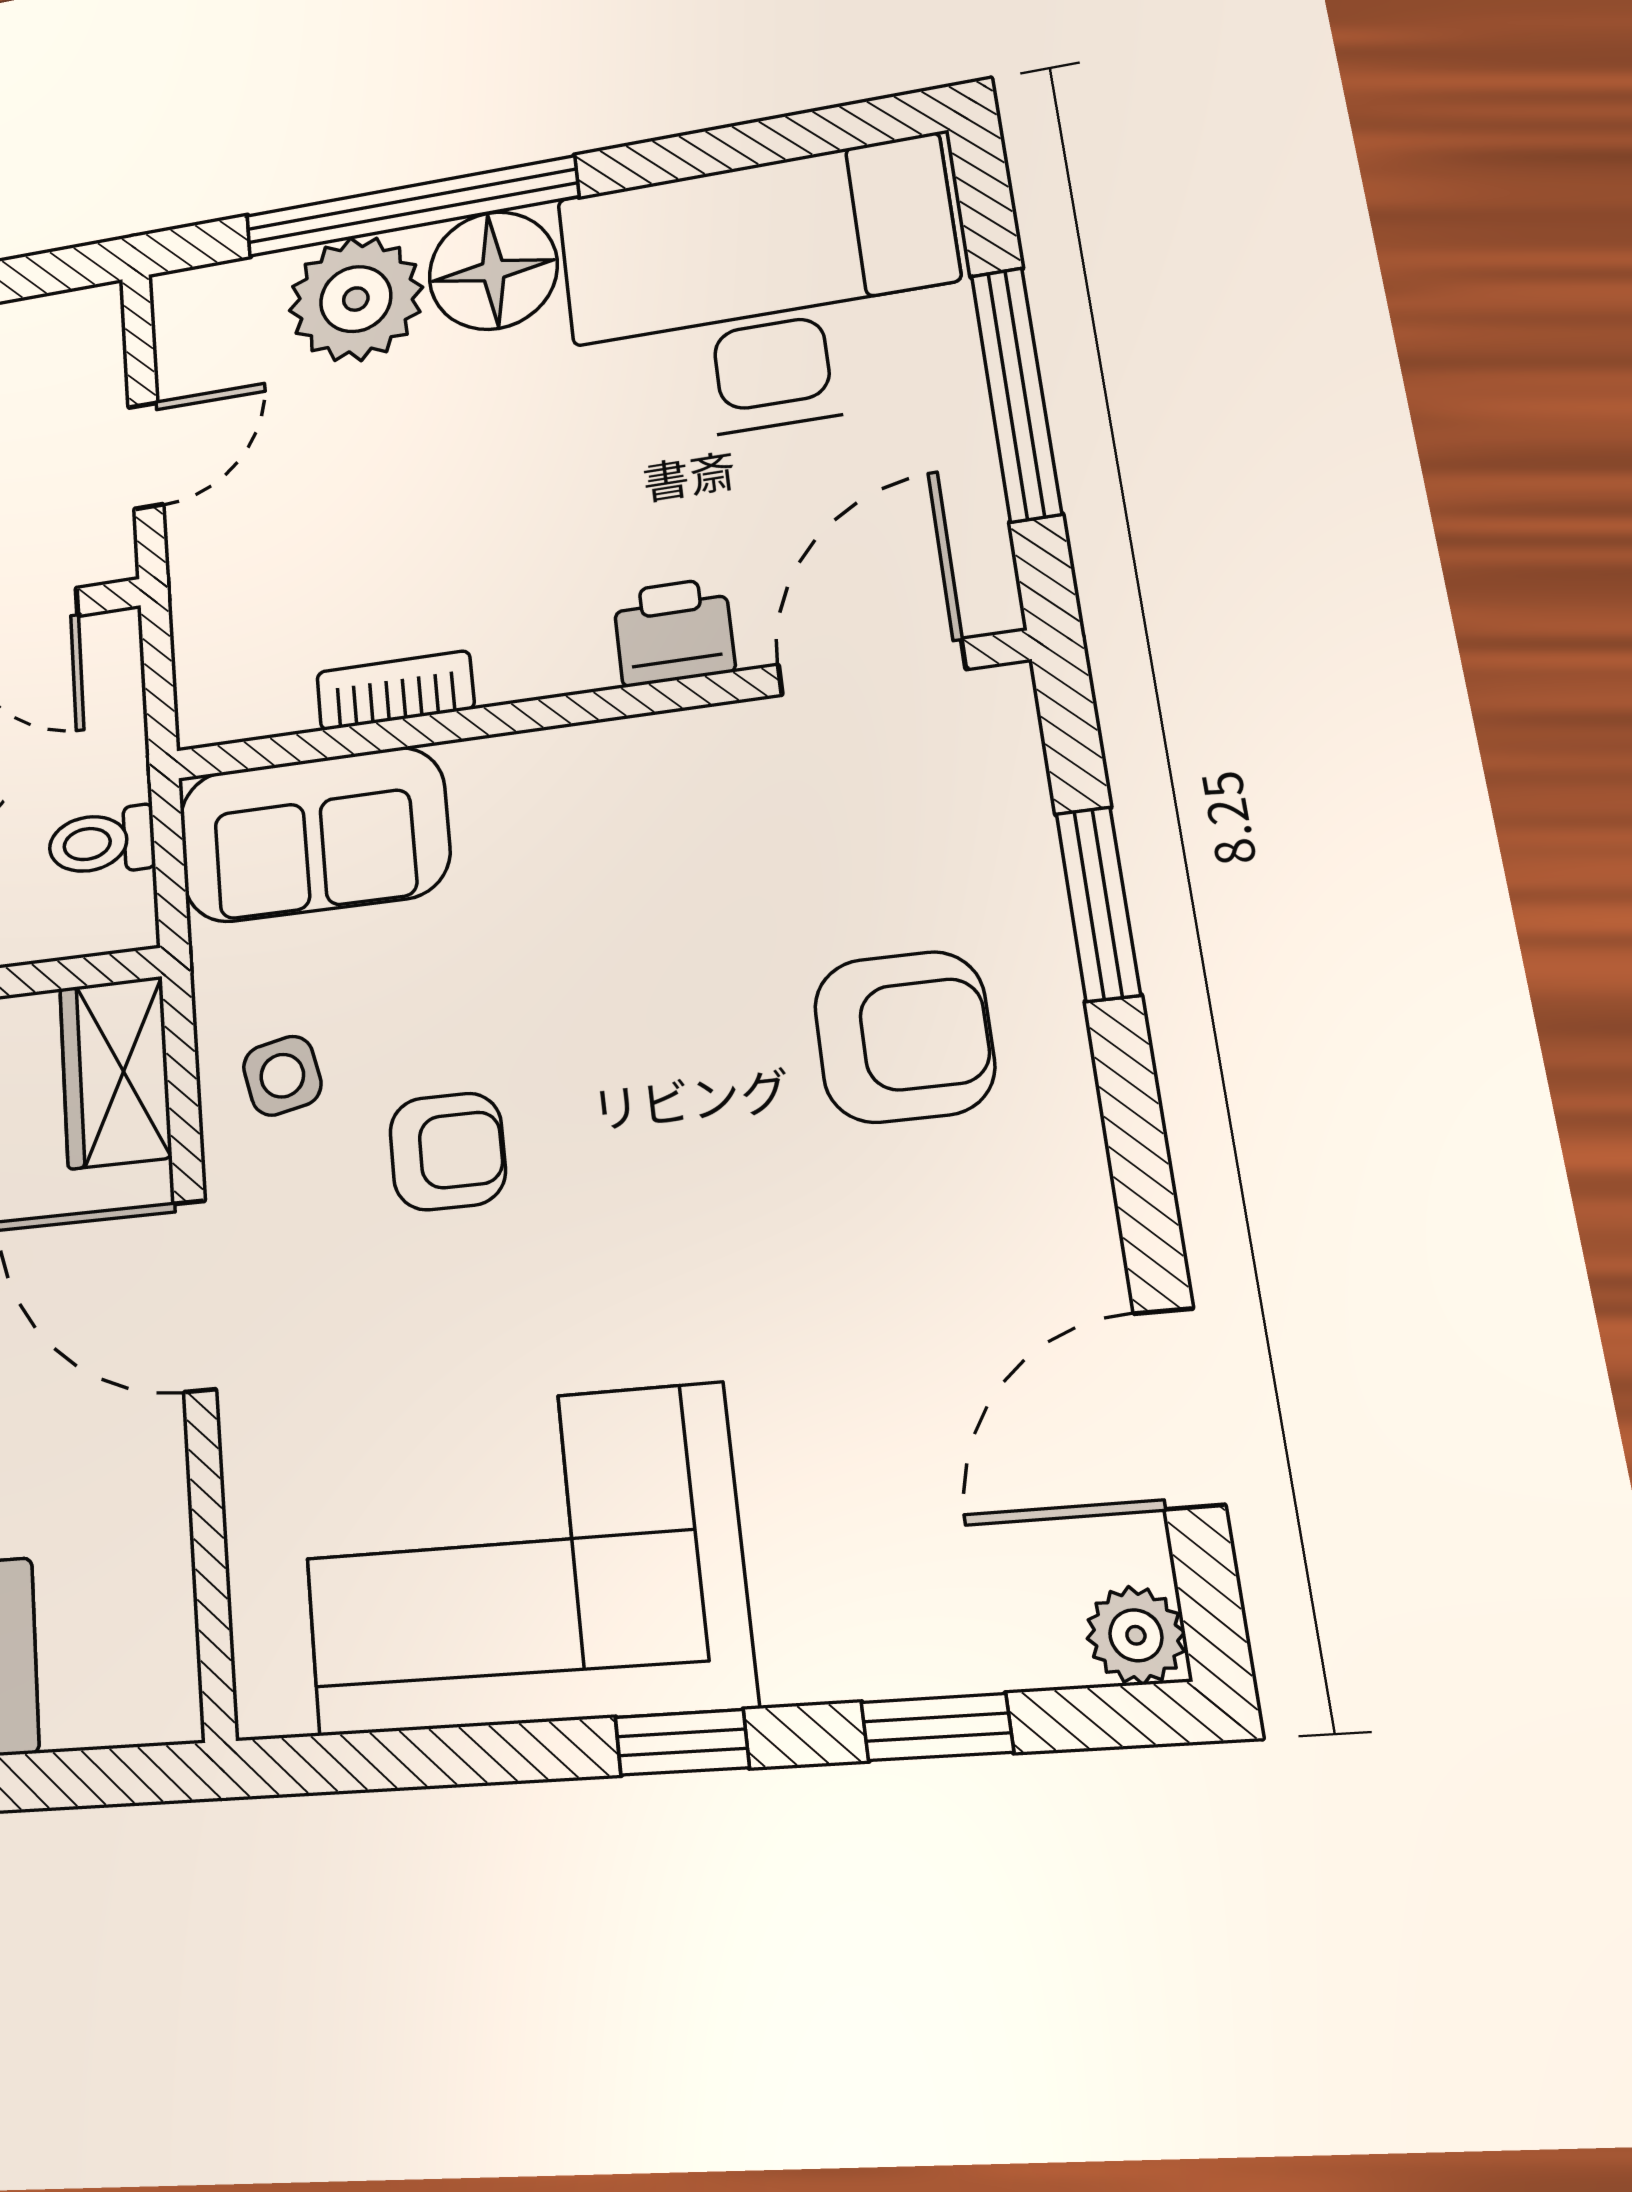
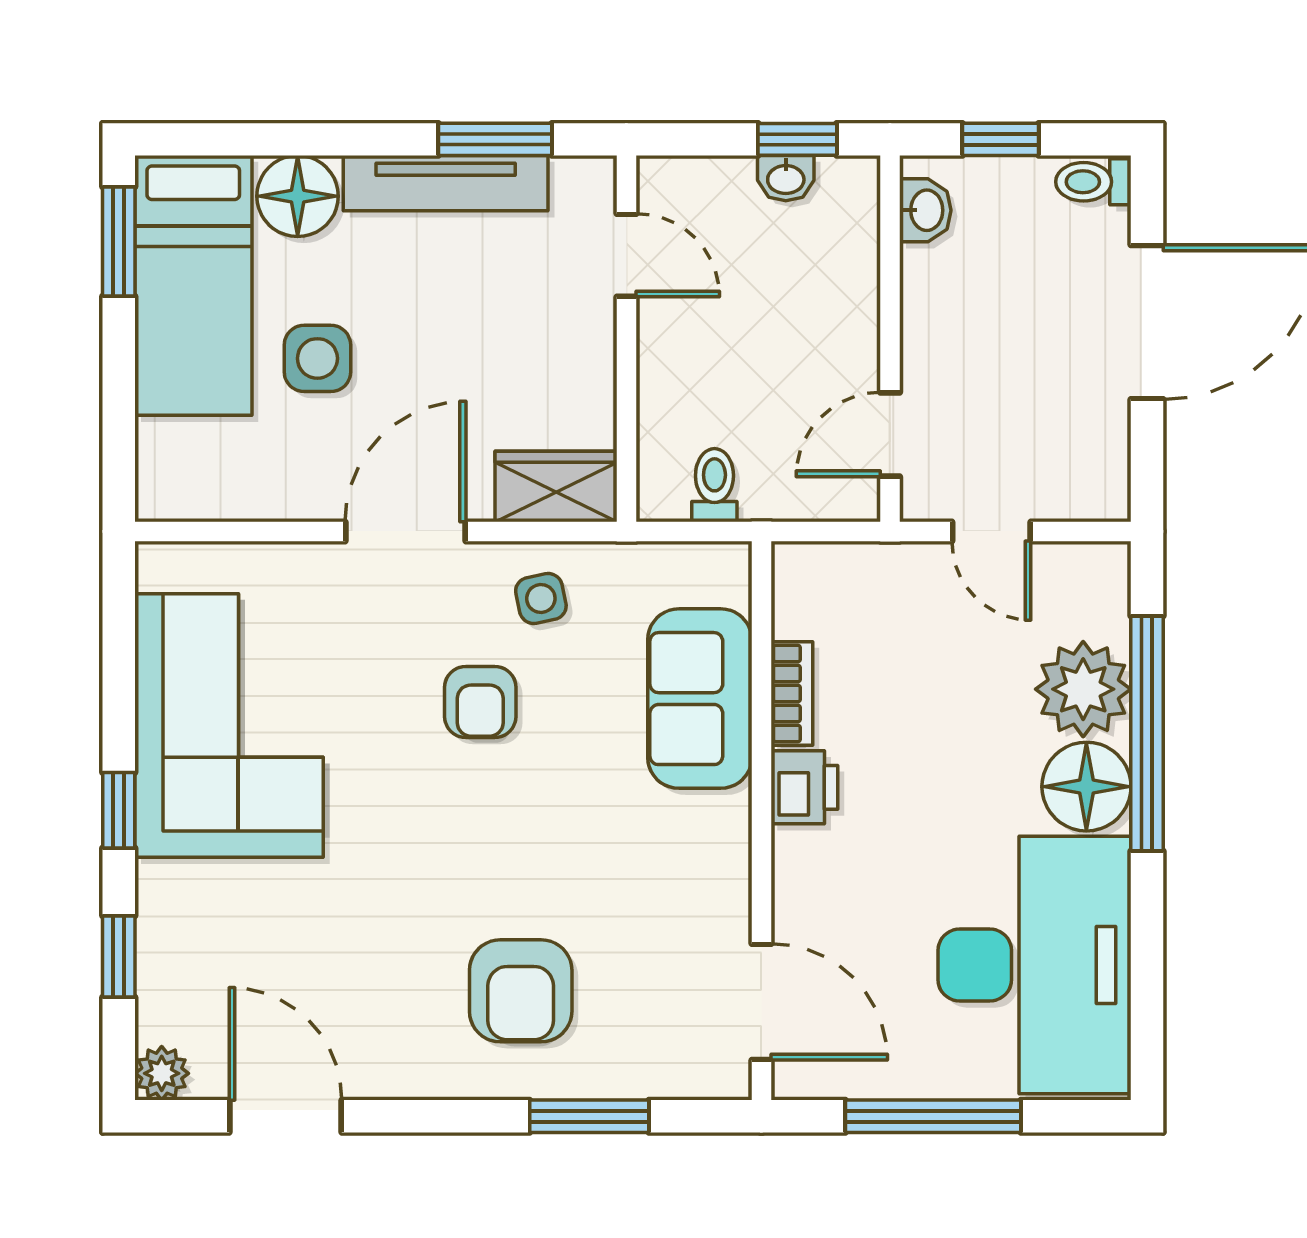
printer: (674, 632) -> (804, 787), moved
sofa: (314, 835) -> (700, 699), moved

